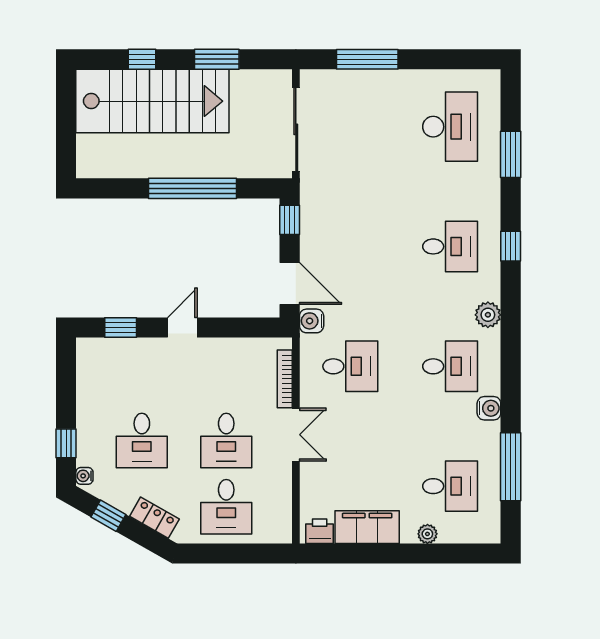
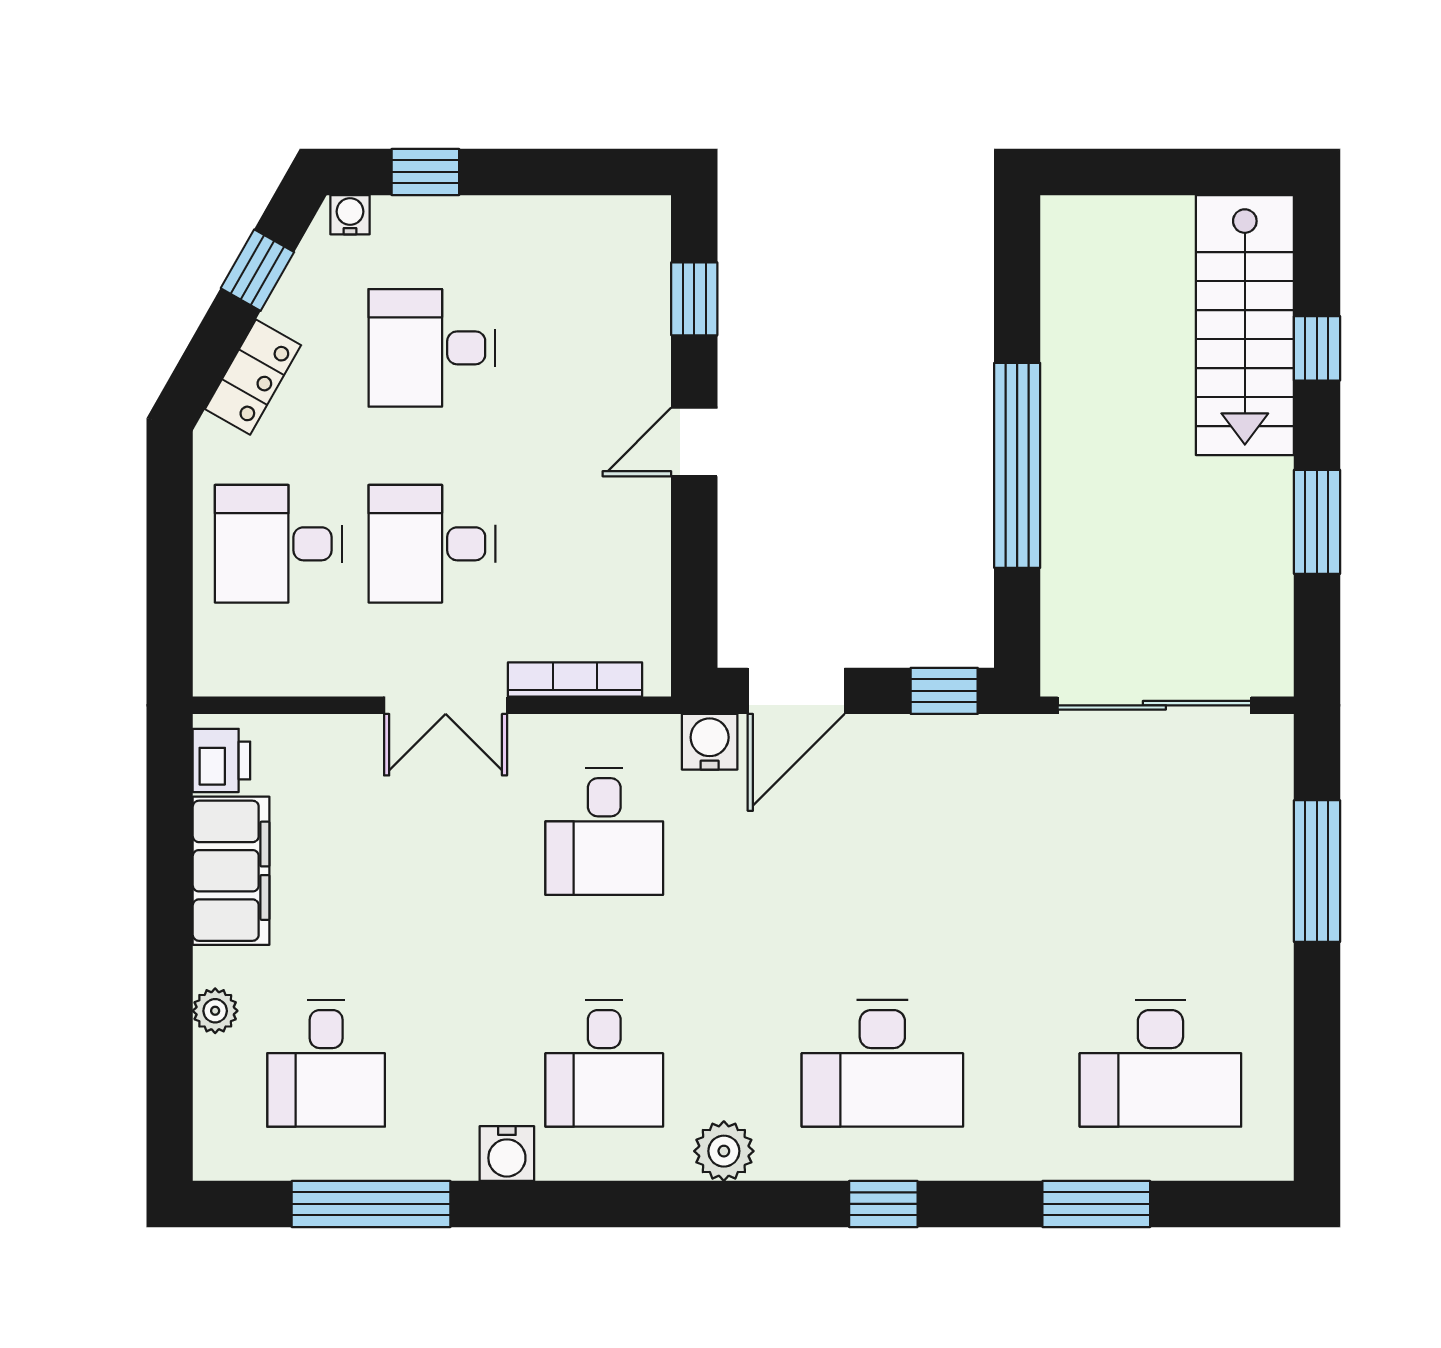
stairs: (152, 101) -> (1245, 325), width x0.73, depth x0.66
desk: (450, 246) -> (882, 1063), width x1.37
door: (182, 328) -> (694, 442), swing flipped

